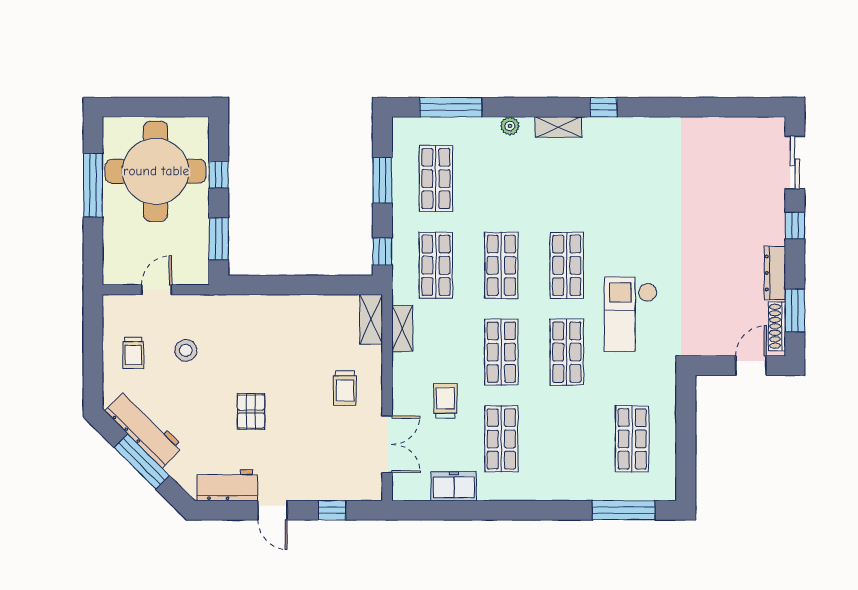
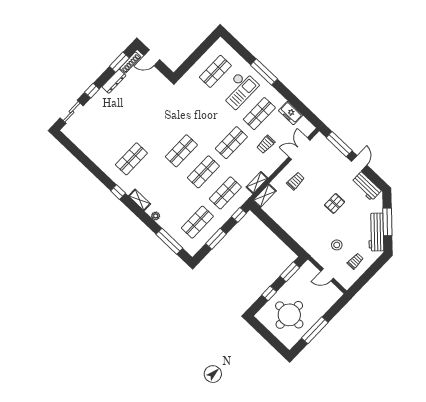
round table: (156, 171) -> (289, 315), width x0.73, depth x0.73
checkout: (631, 314) -> (239, 89), moved
shop shelf: (567, 352) -> (131, 159), moved
window: (332, 510) -> (339, 144), width x2.17
window: (624, 510) -> (264, 72), moved

